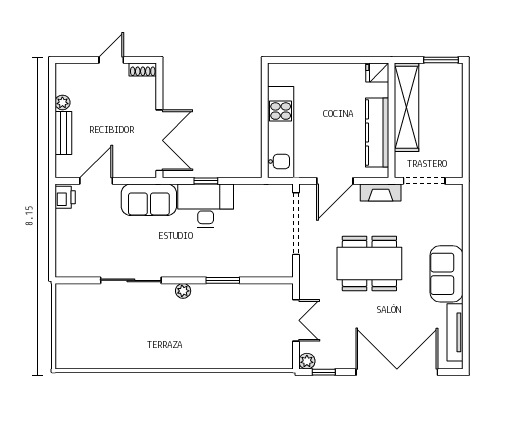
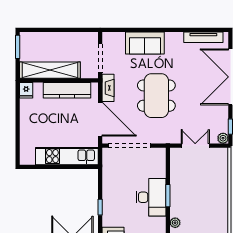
door: (335, 181) -> (100, 119), width x1.36
desk: (206, 206) -> (151, 197), moved, turned 180
sofa: (446, 274) -> (145, 43), moved

